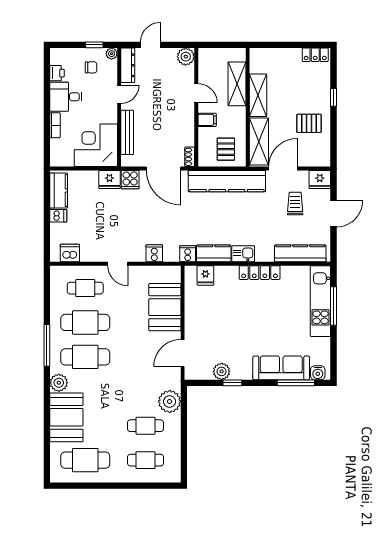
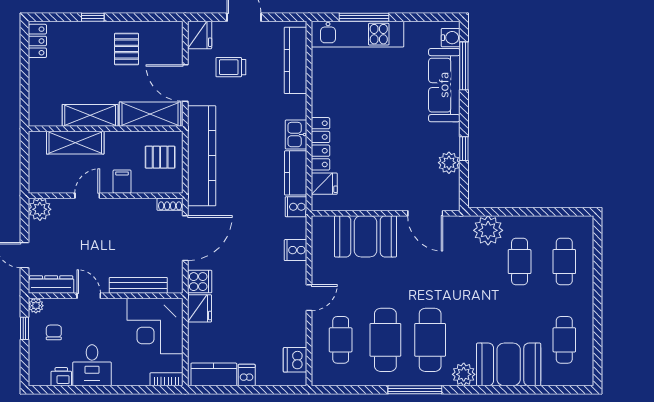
bookcase: (55, 125) -> (166, 379), moved
locker: (260, 273) -> (320, 144), moved
cafe table: (85, 460) -> (564, 340), width x0.73, depth x0.74

